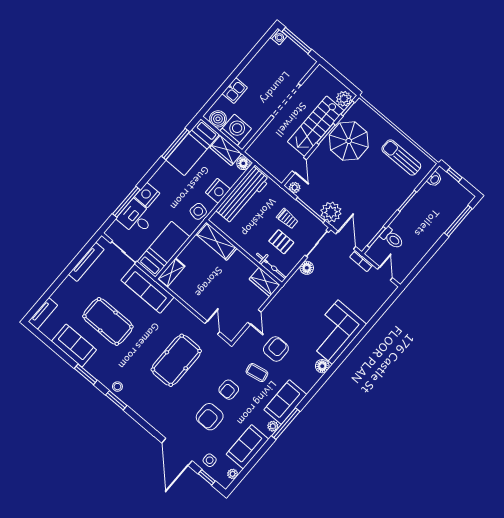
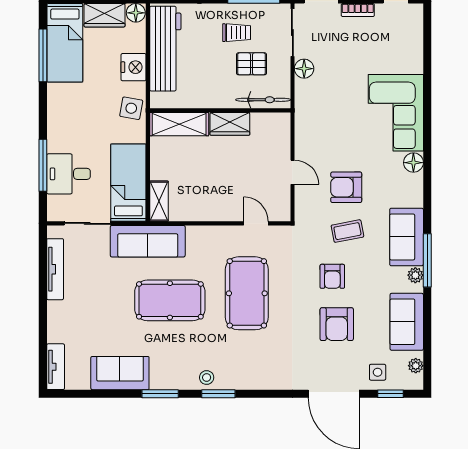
nightstand: (147, 195) -> (59, 138), removed
wardrobe: (265, 282) -> (230, 124), moved
pool table: (108, 321) -> (170, 300), moved
armchair: (276, 349) -> (346, 187), turned -90

